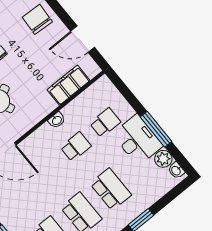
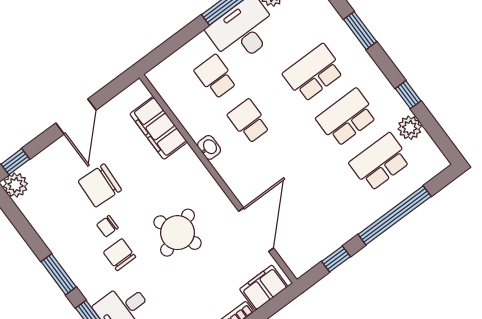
chair: (37, 19) -> (100, 185), moved
door: (83, 39) -> (76, 117), moved

